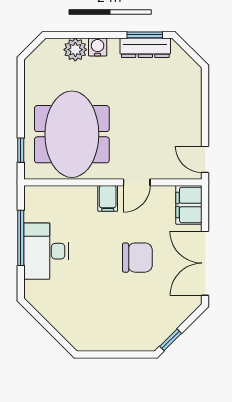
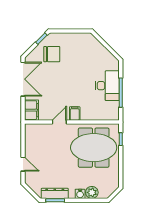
meeting table: (72, 134) -> (94, 148), turned 90
door: (205, 159) -> (23, 164), moved
chair: (137, 258) -> (52, 54), moved, turned 180

